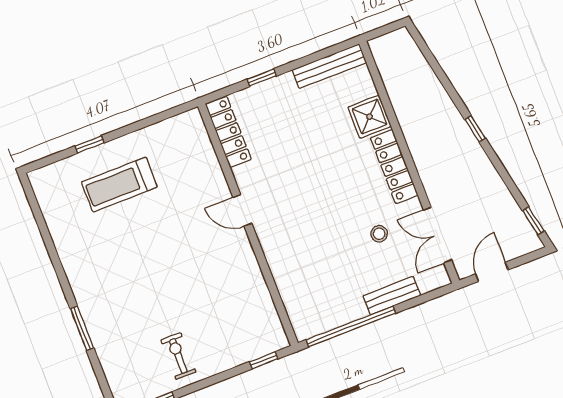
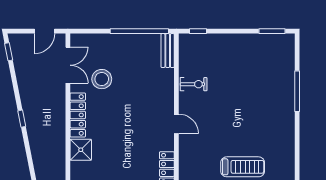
stool: (379, 234) -> (102, 79), width x1.89, depth x1.89
bench: (392, 296) -> (168, 51), moved, turned 90
window: (82, 328) -> (297, 91), width x1.44
exercise bike: (178, 356) -> (194, 84), moved, turned -90

